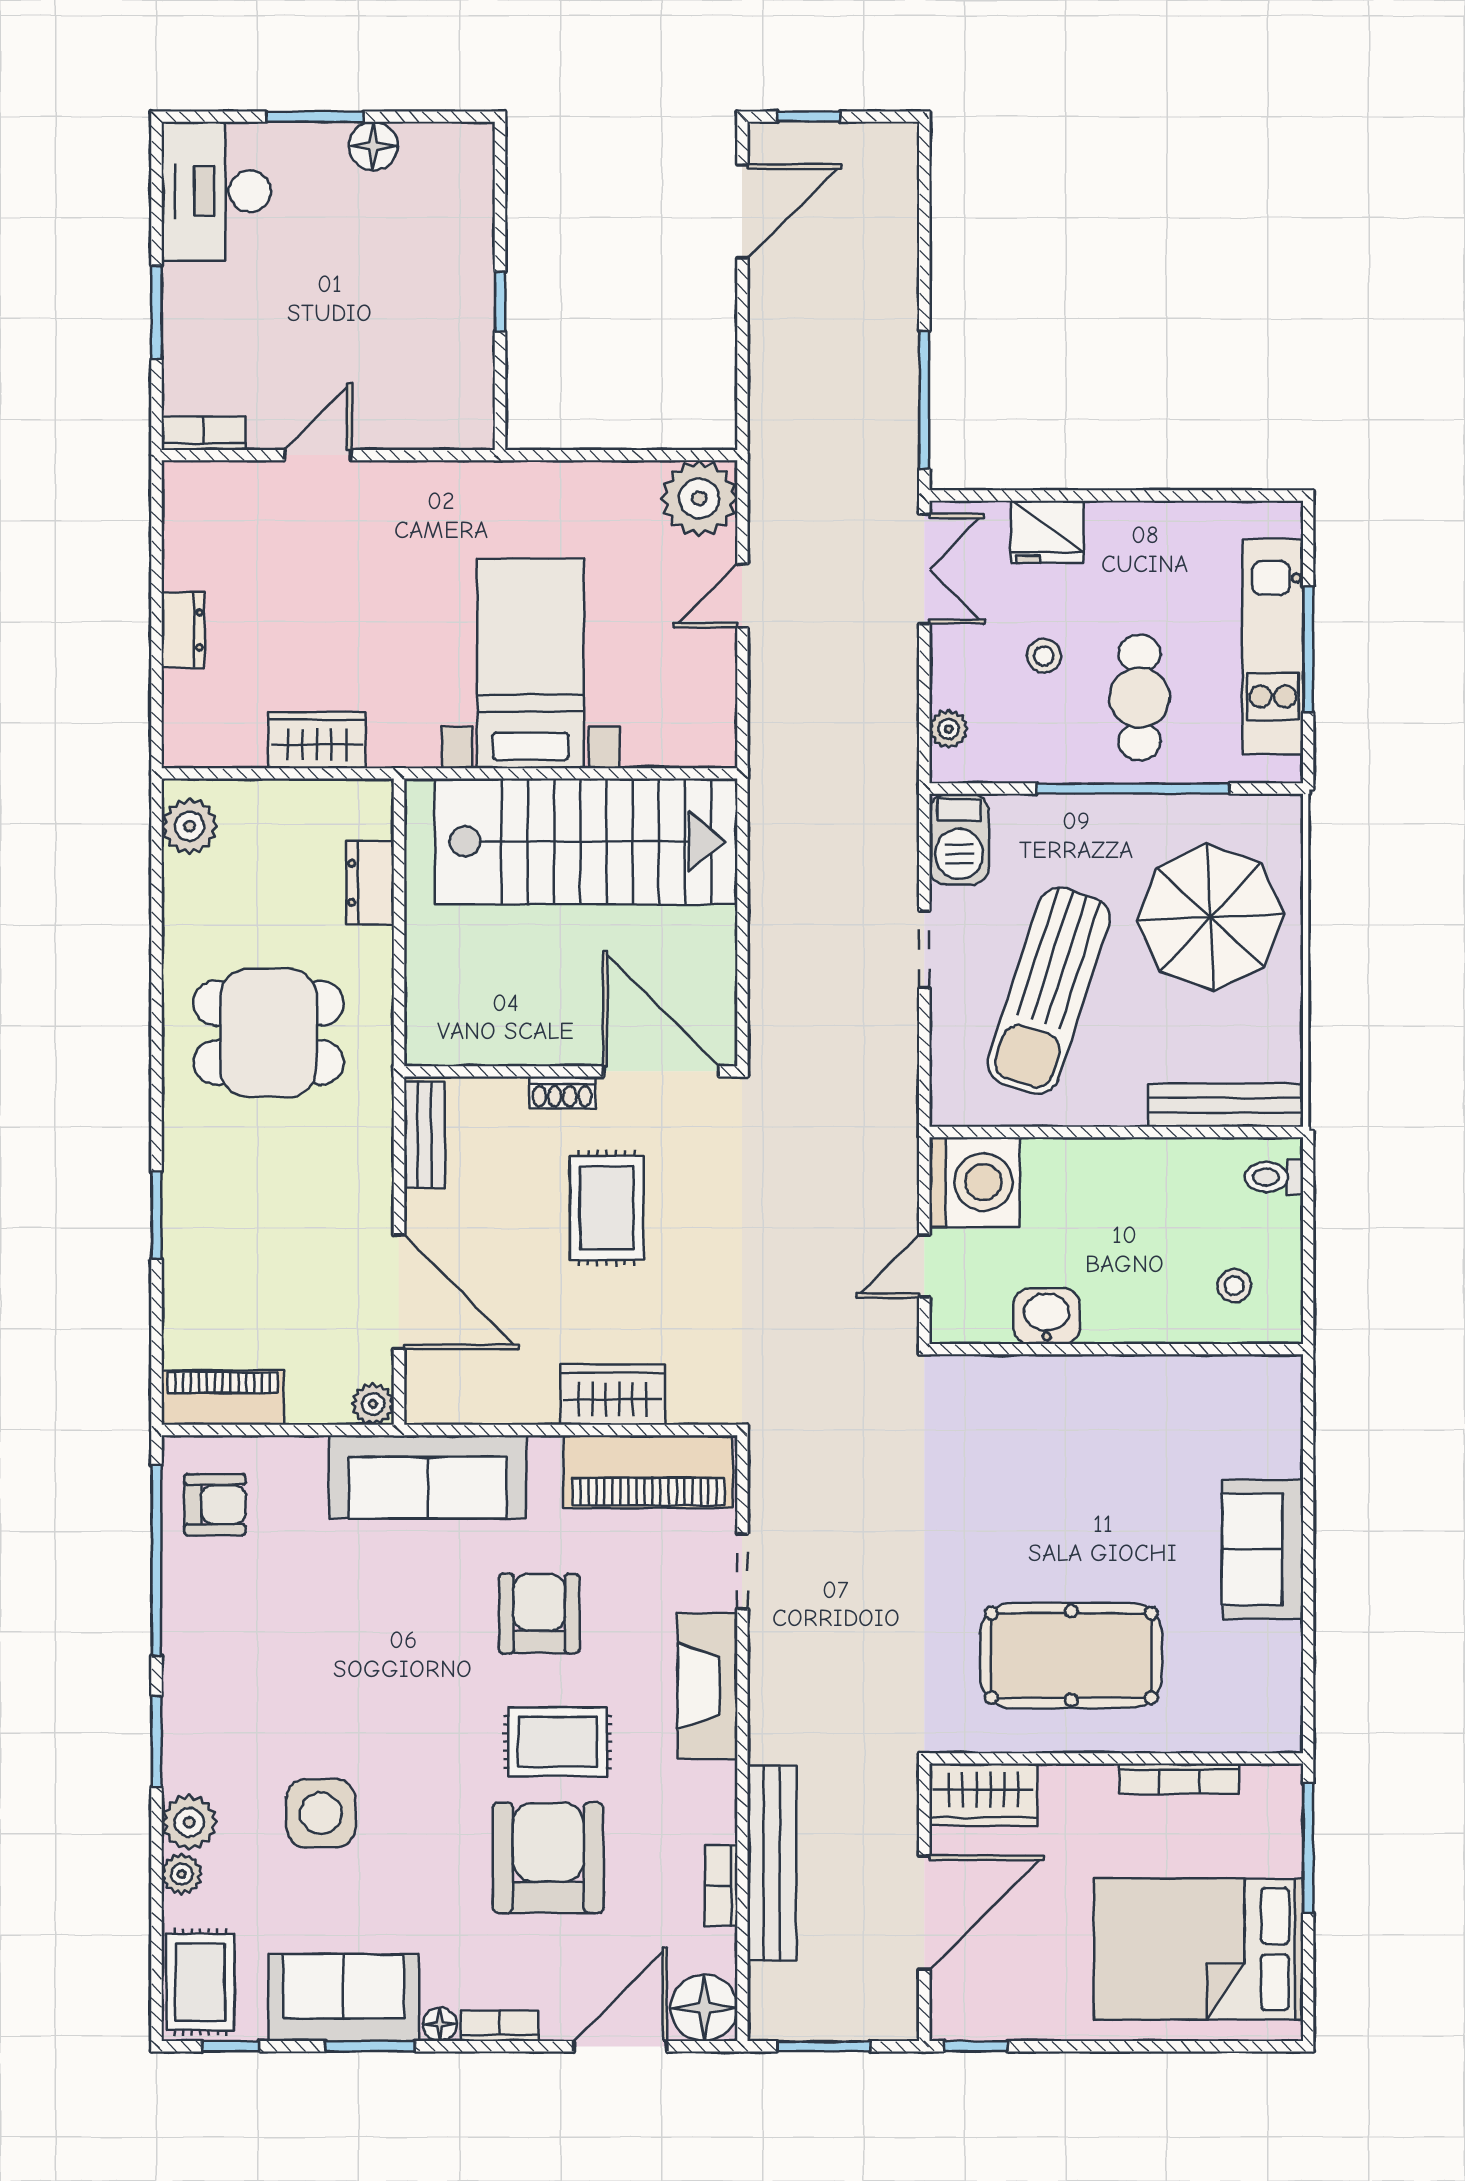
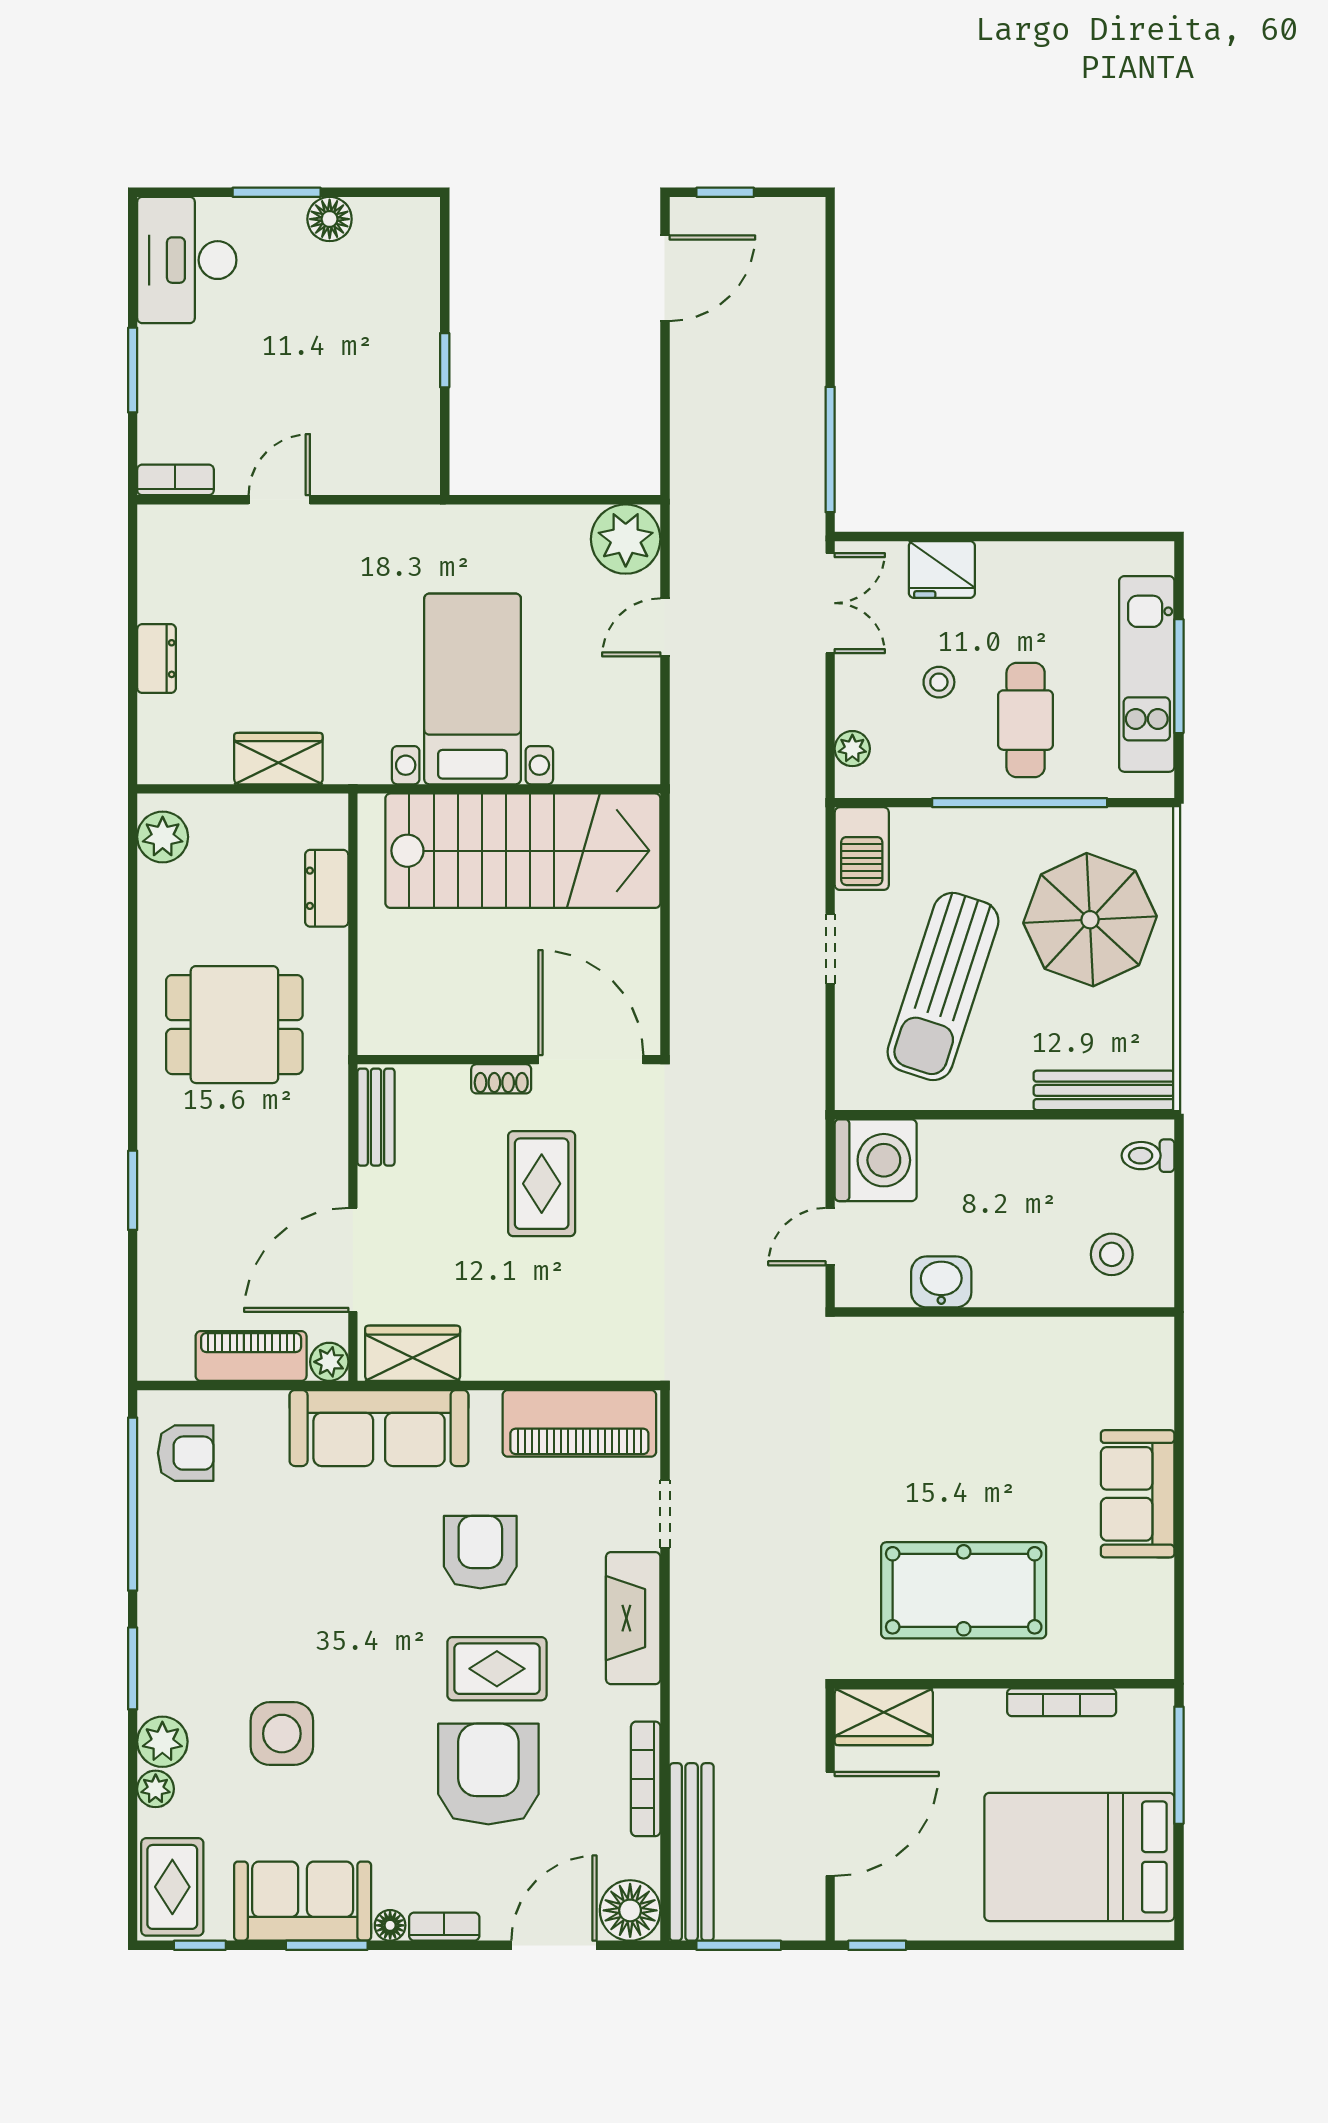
stool: (1234, 1286) -> (1112, 1254), width x1.37, depth x1.37
door: (399, 1292) -> (353, 1260), swing flipped
wardrobe: (613, 1395) -> (413, 1353), moved
piano: (223, 1398) -> (251, 1356), moved
bench: (772, 1863) -> (692, 1852), moved
bookcase: (721, 1886) -> (646, 1779), width x1.56

